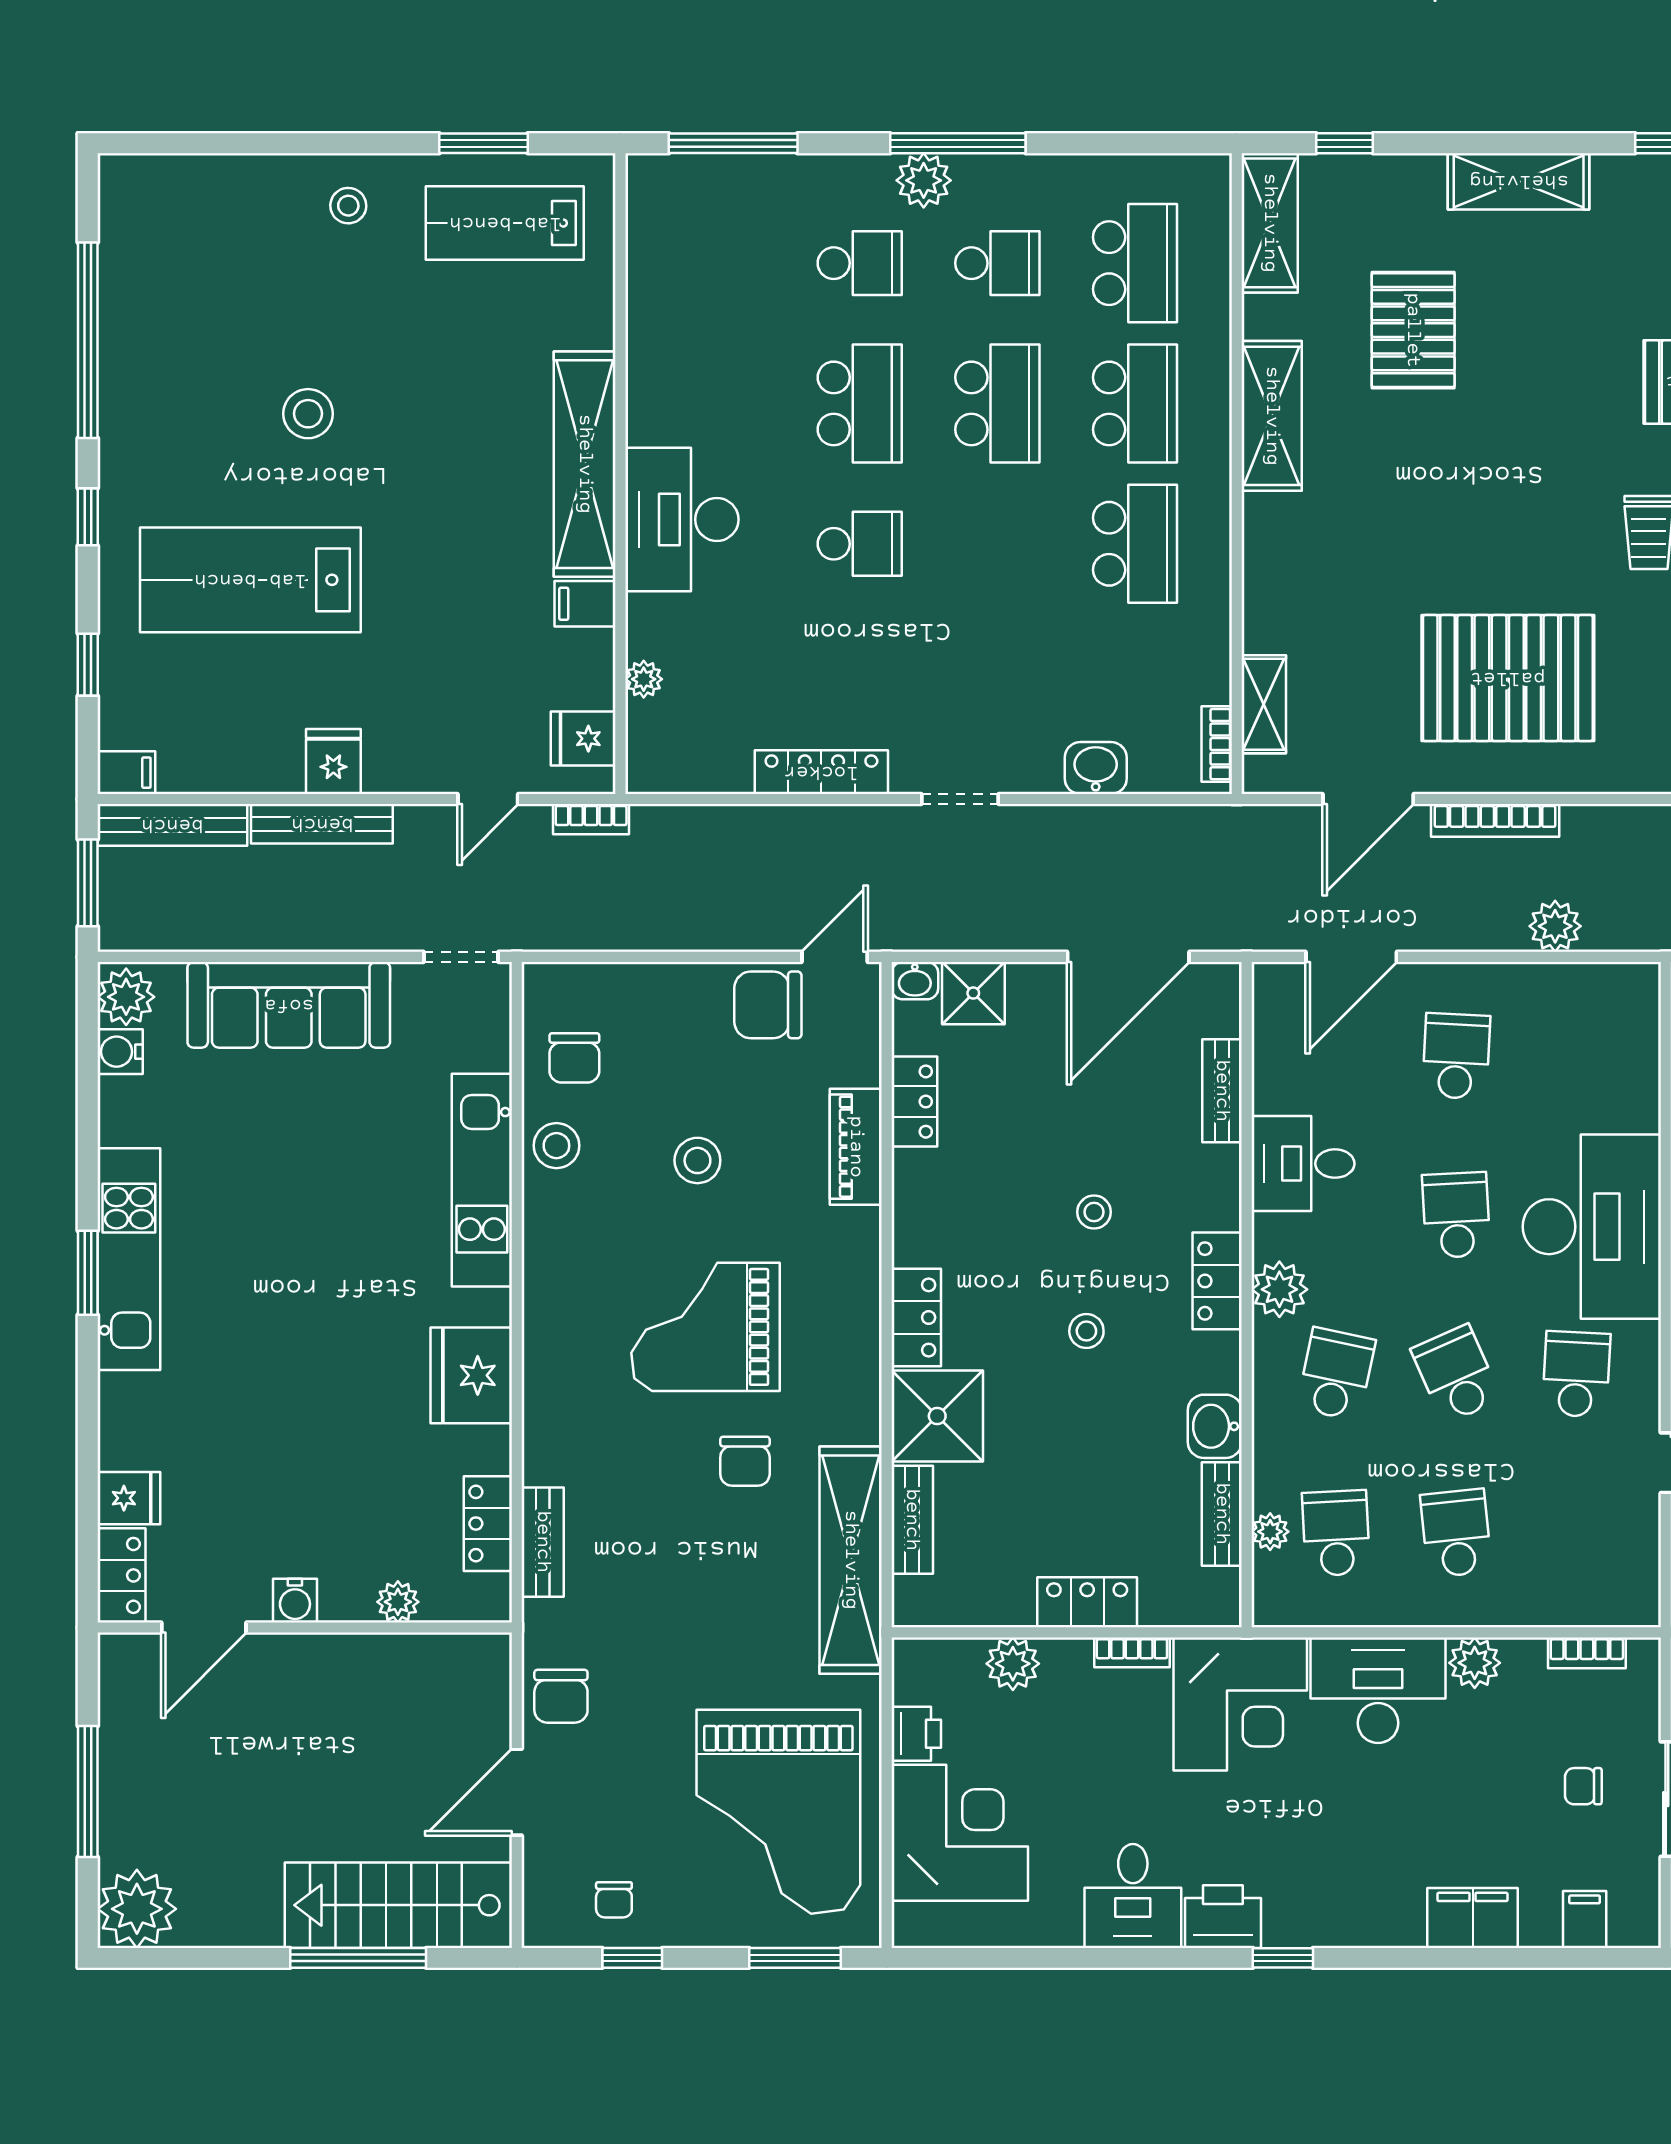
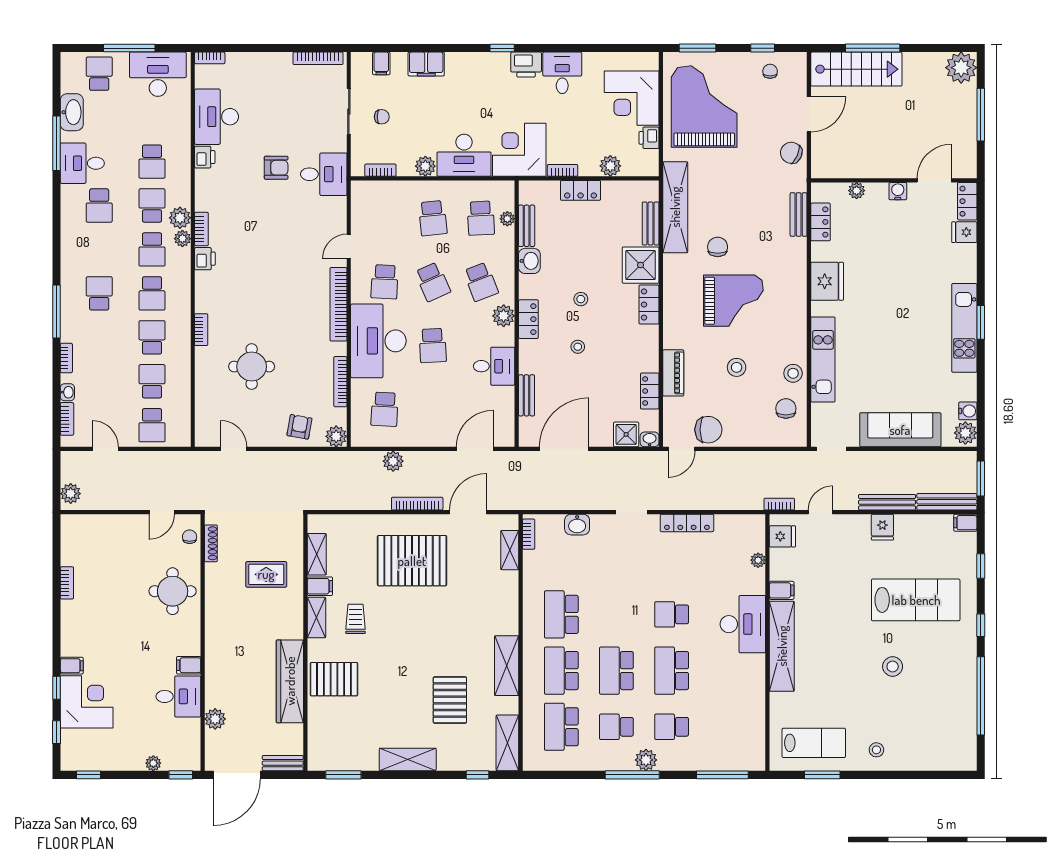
school desk: (1456, 1056) -> (385, 409), moved
school desk: (1336, 1374) -> (481, 282), turned -33
chair: (561, 1696) -> (791, 153), turned -66

